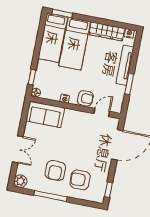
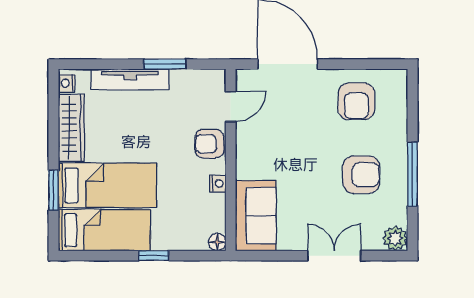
window: (62, 14) -> (53, 190), moved
window: (32, 77) -> (154, 256), moved
armchair: (85, 98) -> (209, 144), turned -90
door: (102, 112) -> (231, 106), swing flipped
armchair: (80, 180) -> (356, 101), moved
window: (108, 190) -> (378, 64), removed

